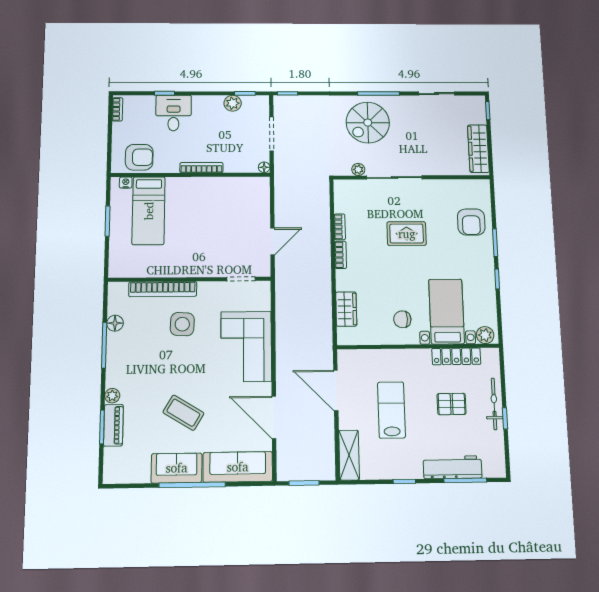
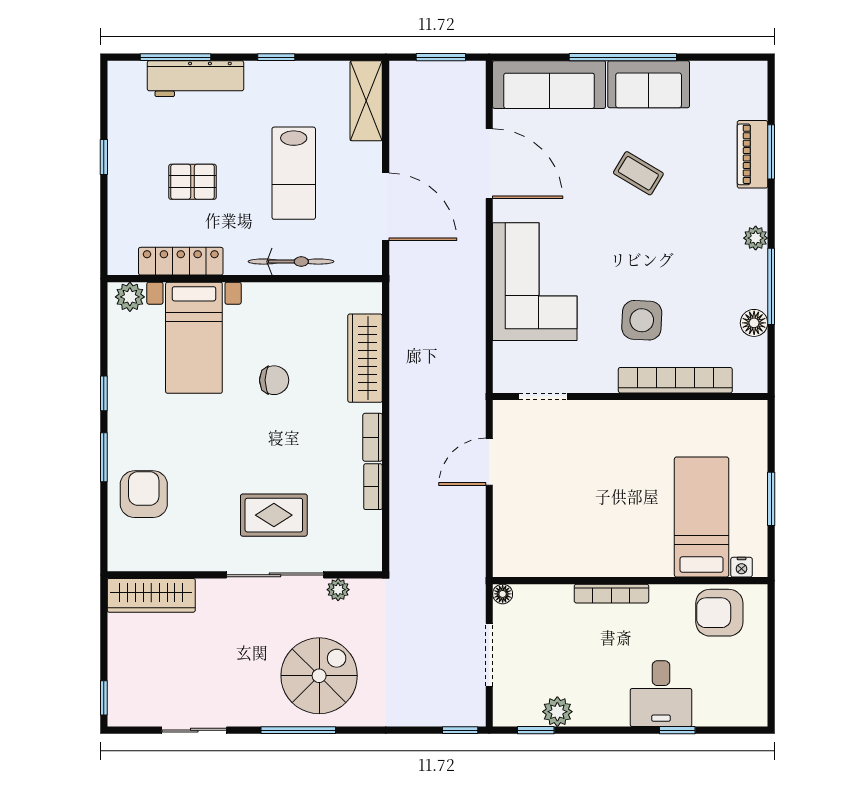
bookcase: (117, 109) -> (759, 700), removed
wardrobe: (478, 149) -> (151, 595), moved, turned 90
rug: (407, 234) -> (274, 515), moved
wardrobe: (346, 309) -> (365, 358), width x1.50
chair: (402, 319) -> (274, 380), moved
plant: (112, 396) -> (756, 238), moved
bicycle: (494, 404) -> (291, 262), moved, turned -90
coffee table: (183, 413) -> (638, 173), width x0.73, depth x0.77

